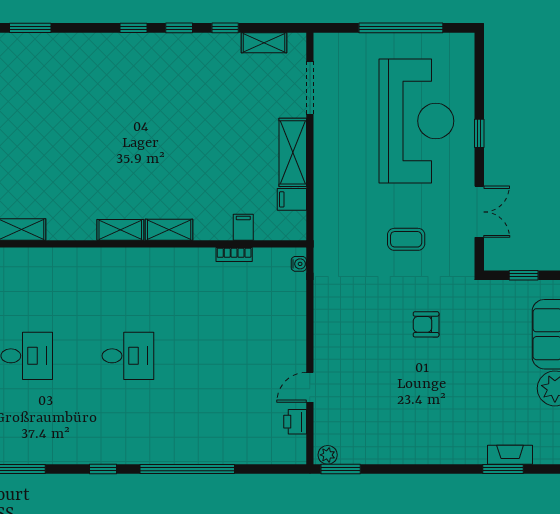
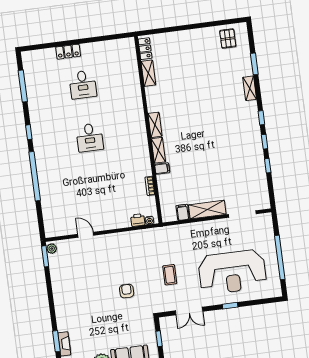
shelving: (264, 43) -> (250, 88), moved
filing cabinet: (243, 227) -> (162, 169), moved
printer: (295, 422) -> (138, 220), moved

